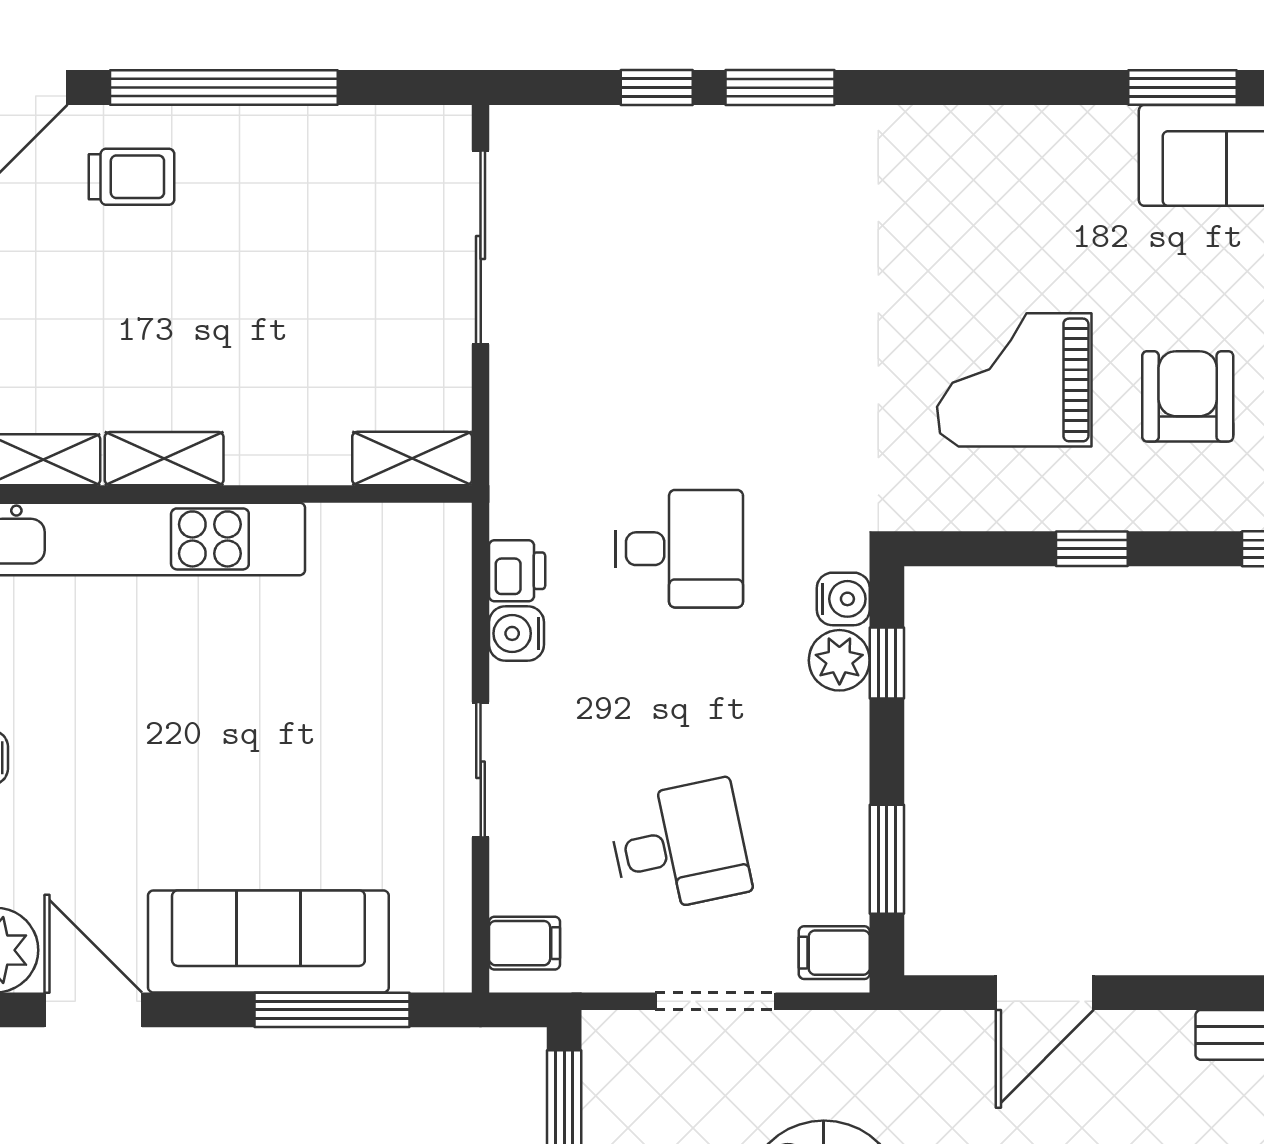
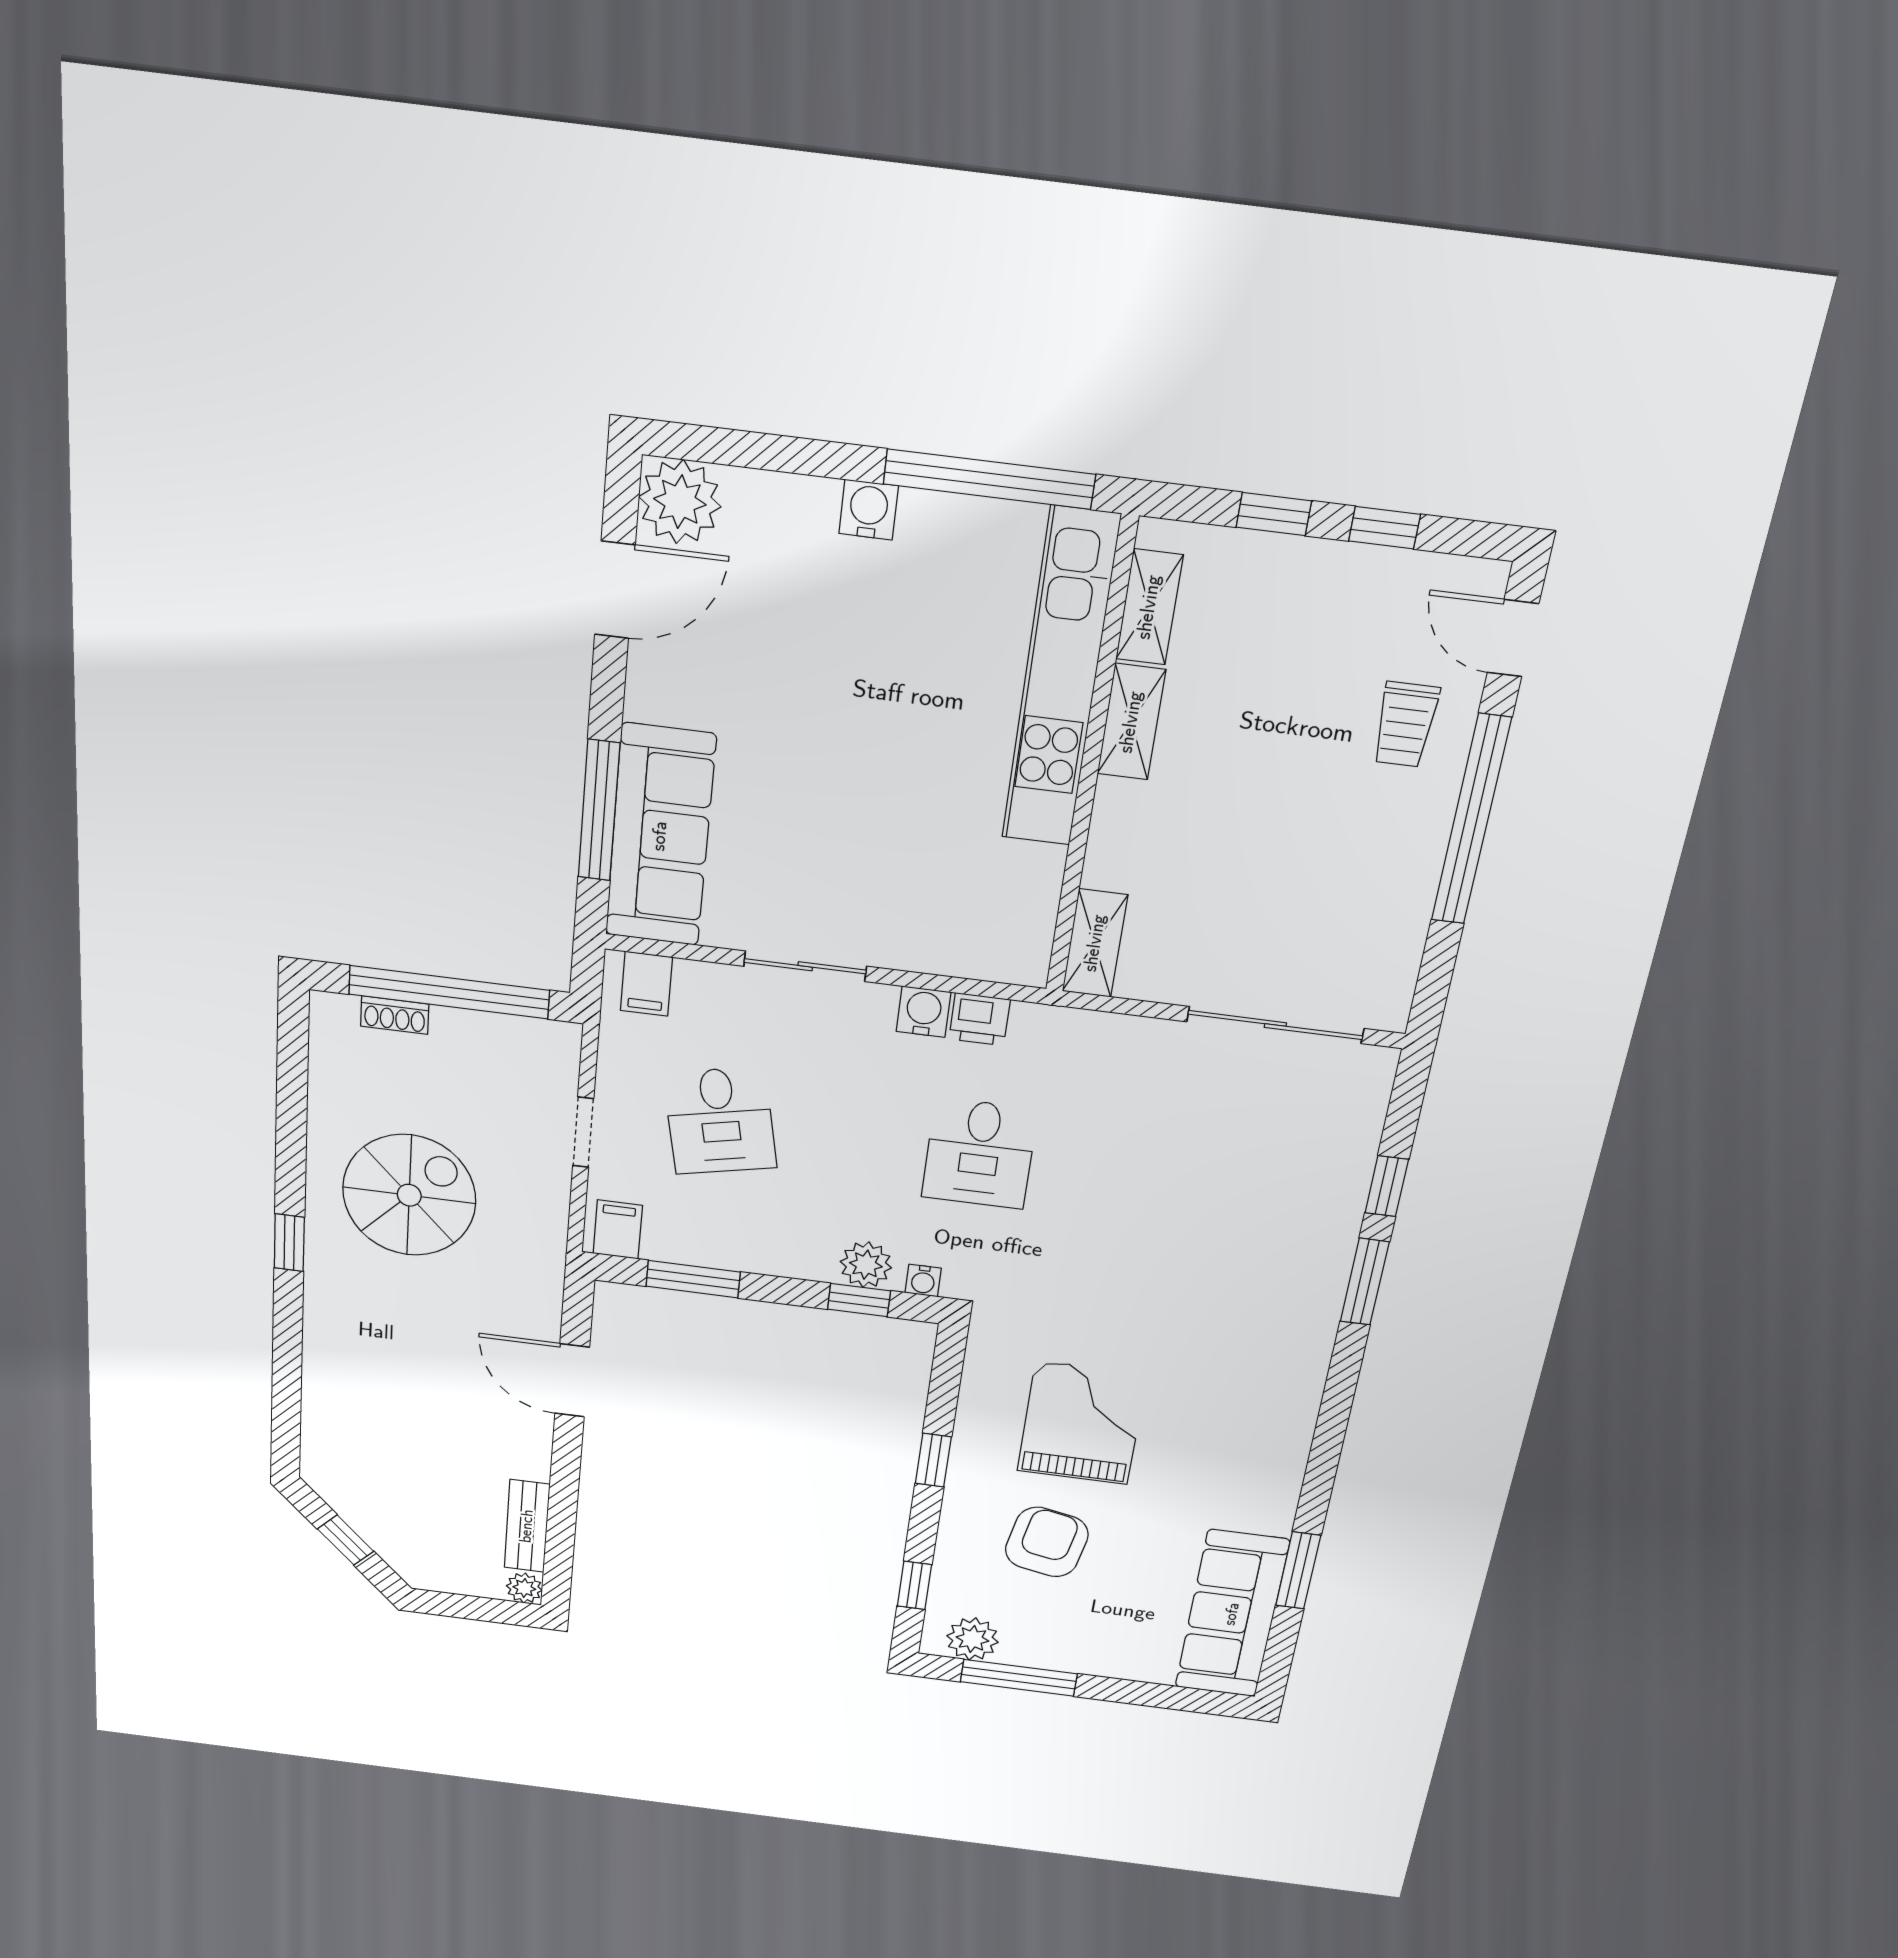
armchair: (1188, 396) -> (1047, 1542), turned -79
water cooler: (843, 599) -> (923, 1281), width x0.72, depth x0.72
sofa: (268, 941) -> (660, 836), moved
doorway: (715, 1001) -> (583, 1132), width x0.73

